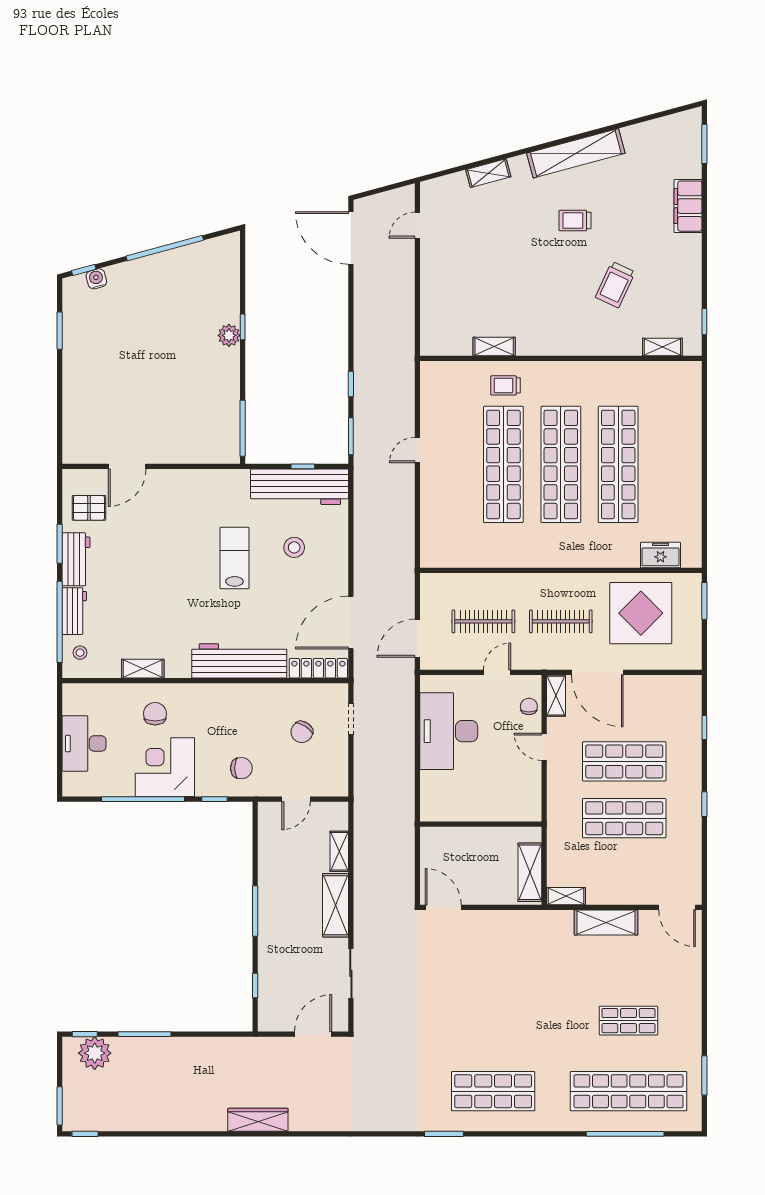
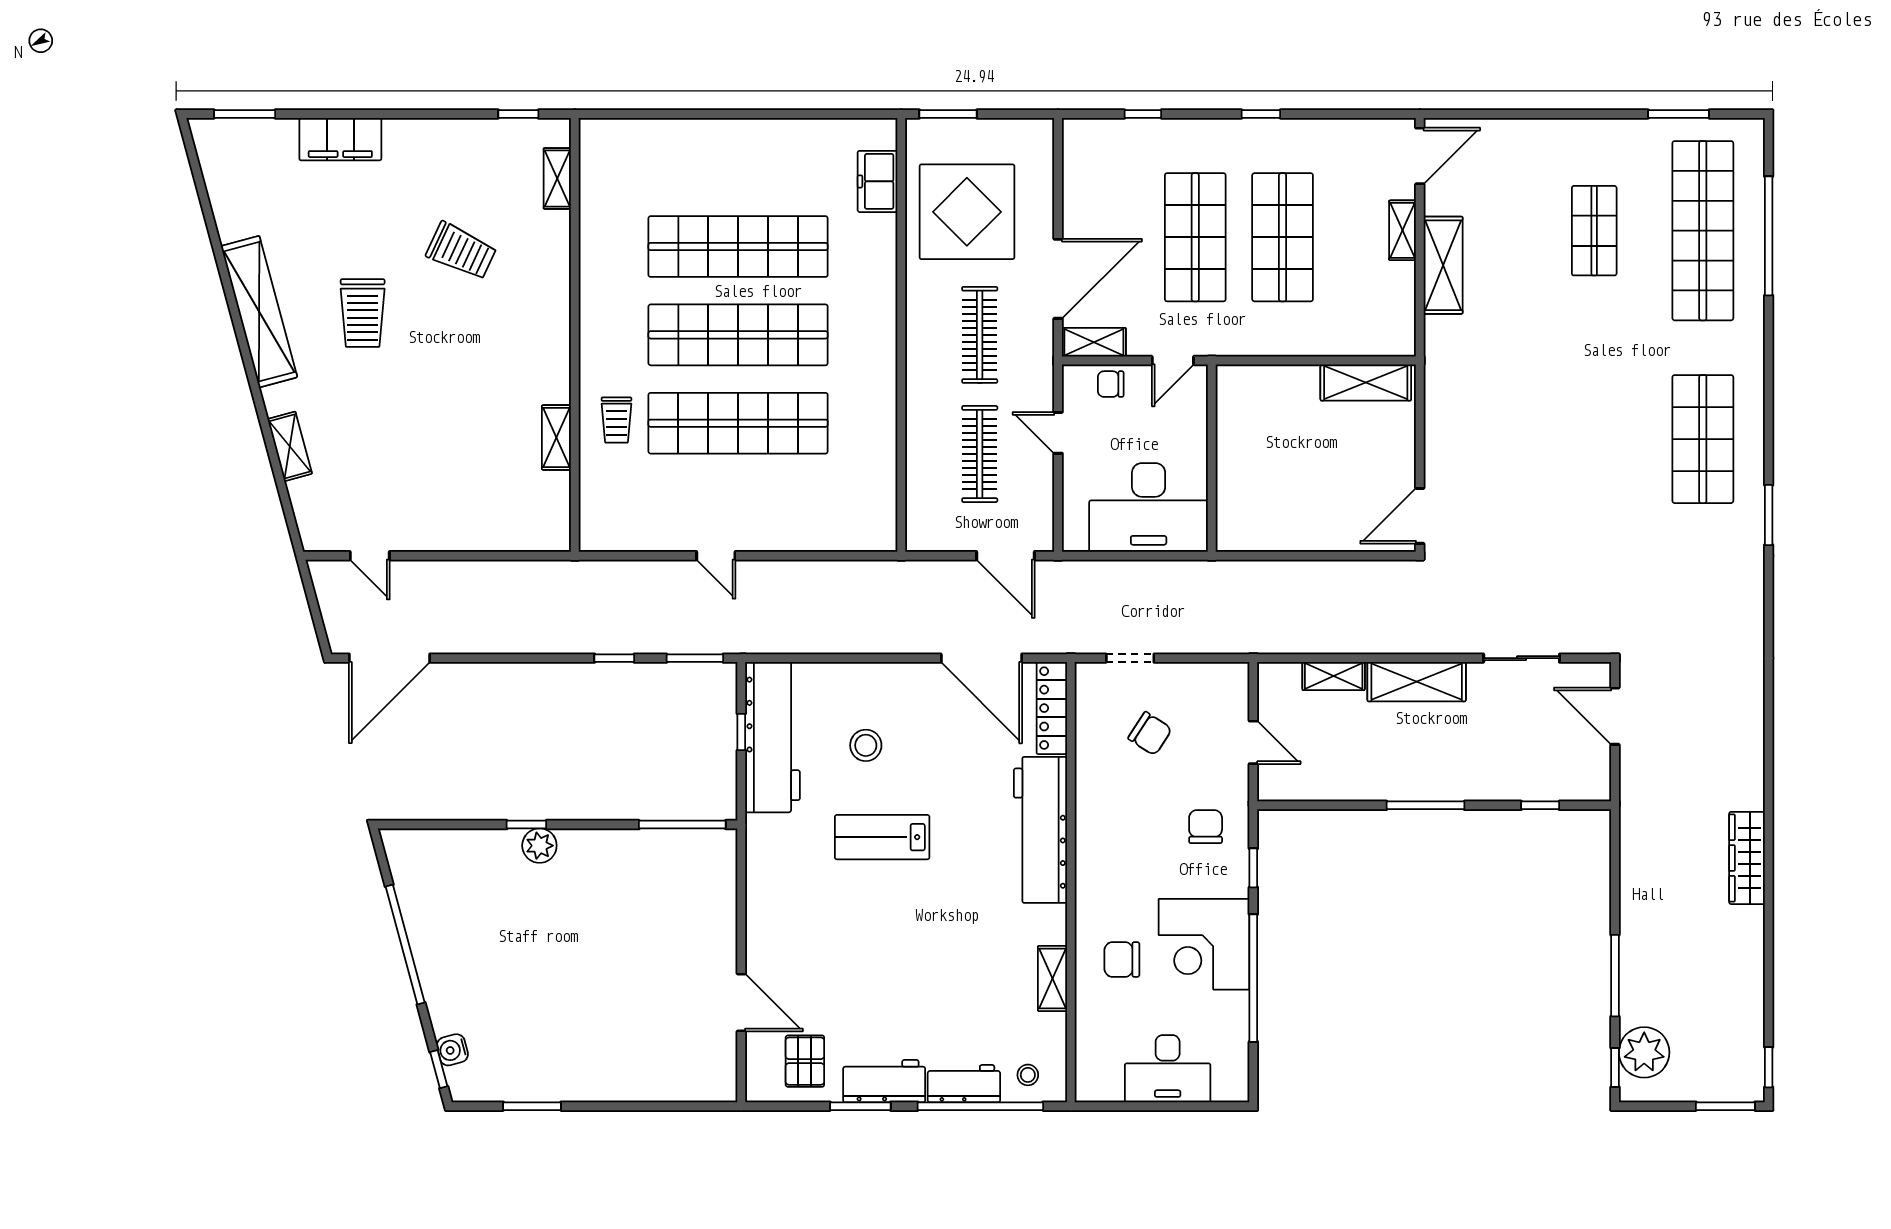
trolley: (575, 221) -> (363, 313), width x1.36, depth x1.39
wall: (481, 824) -> (1212, 458), moved
shelving: (566, 896) -> (1402, 230), moved
wardrobe: (258, 1120) -> (1747, 858), moved

